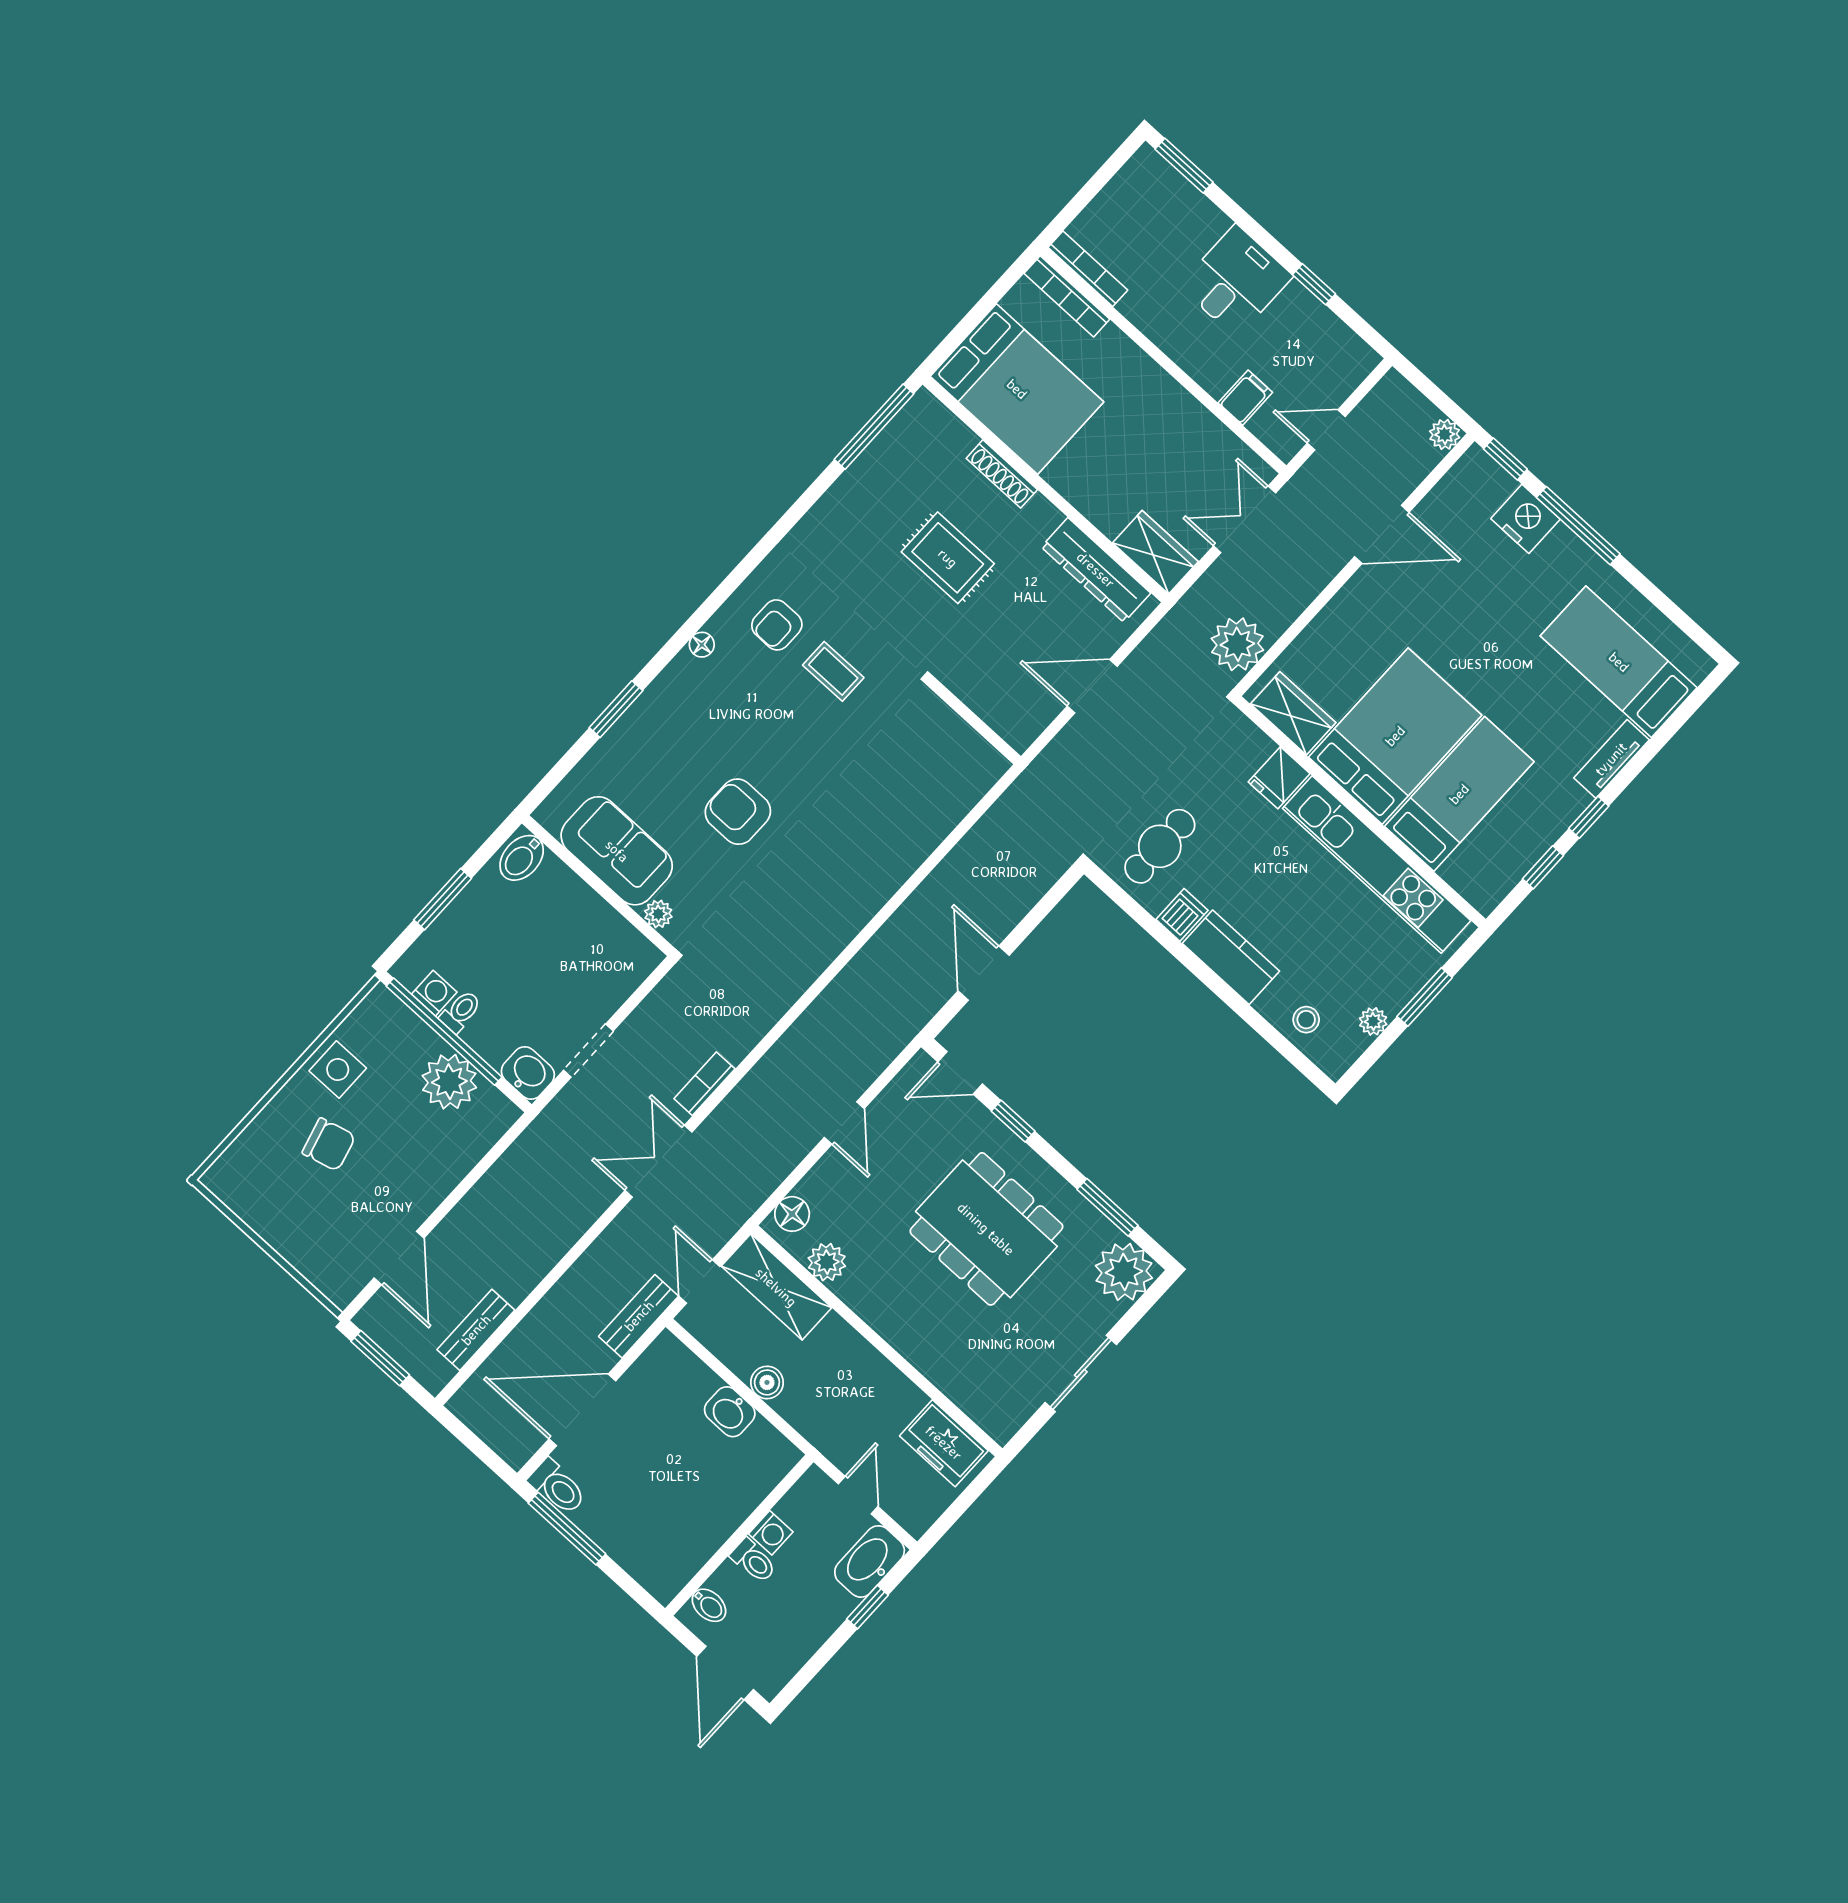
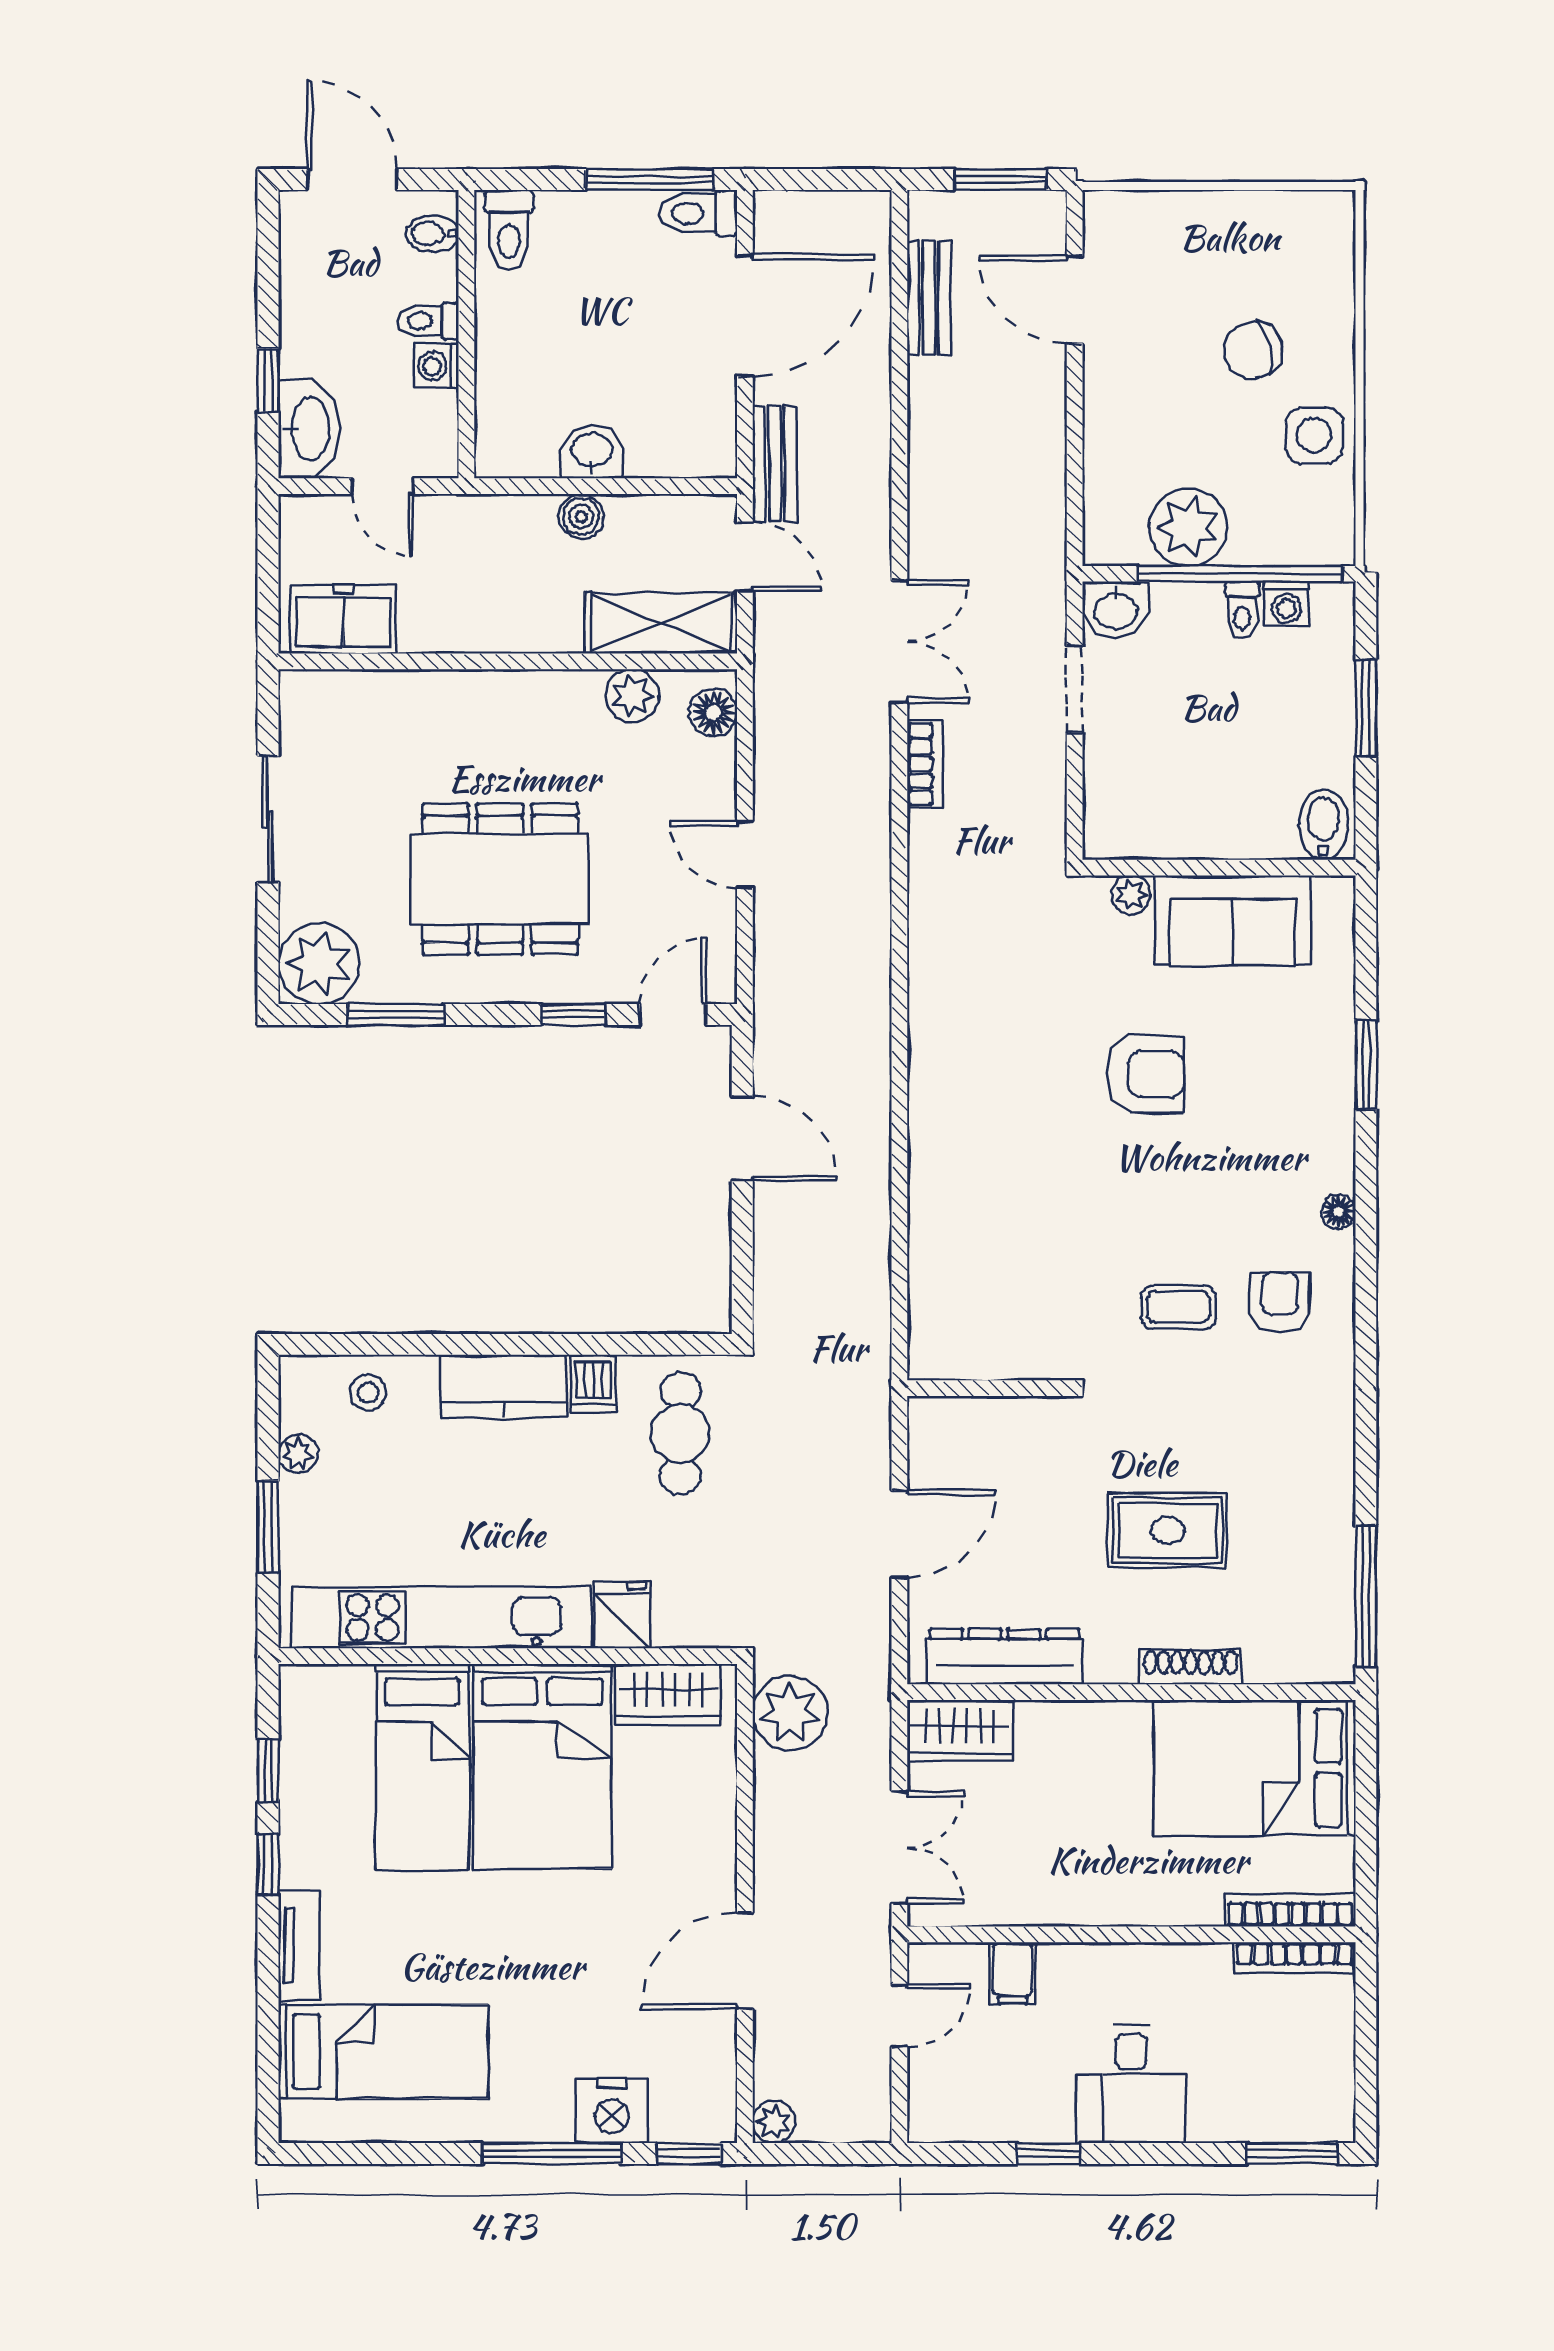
toilet: (666, 1570) -> (509, 230), added

